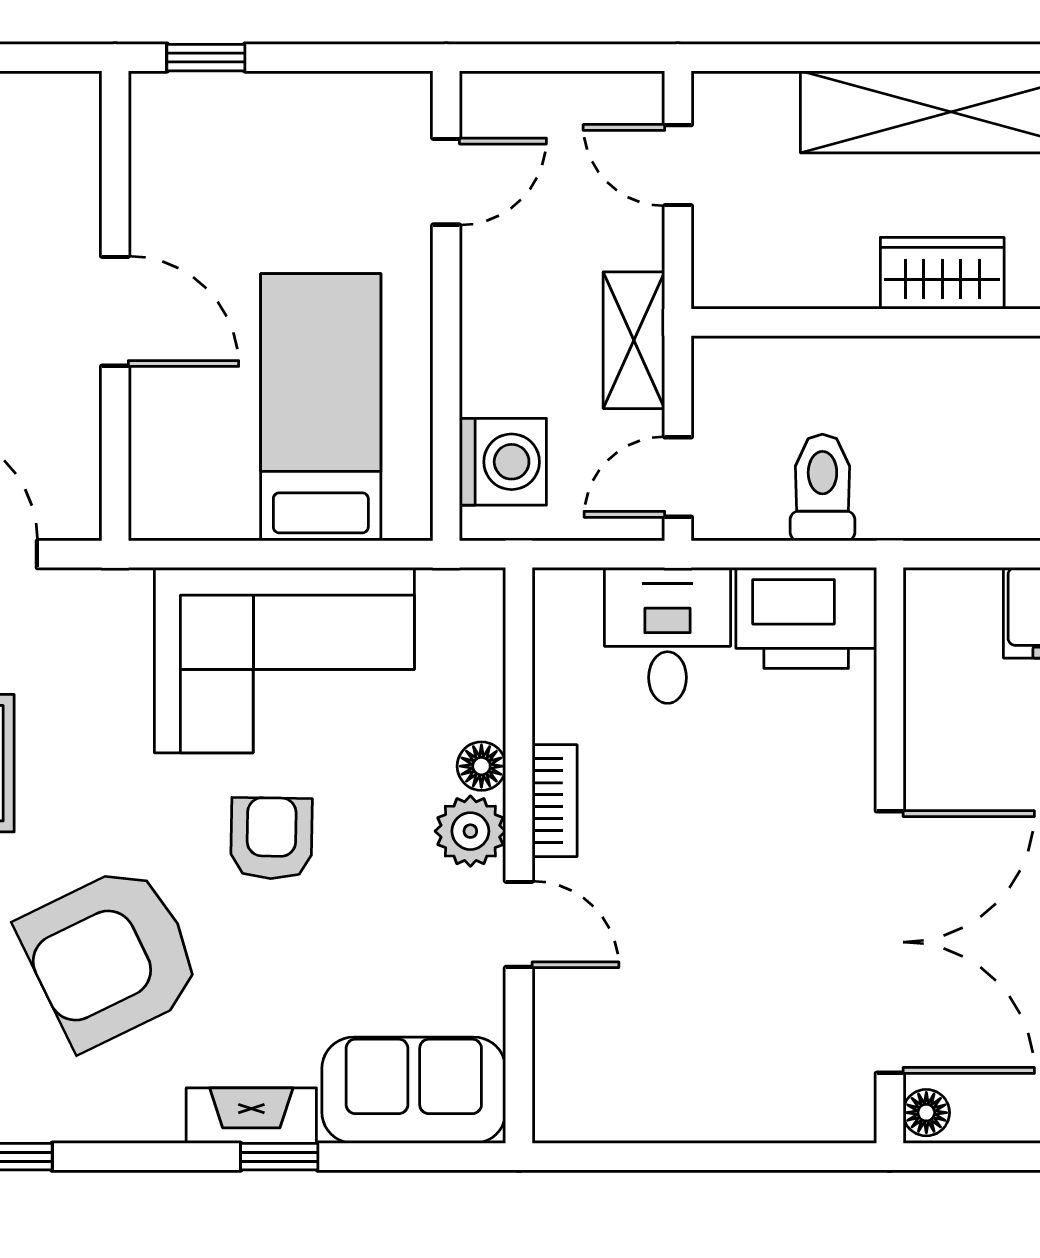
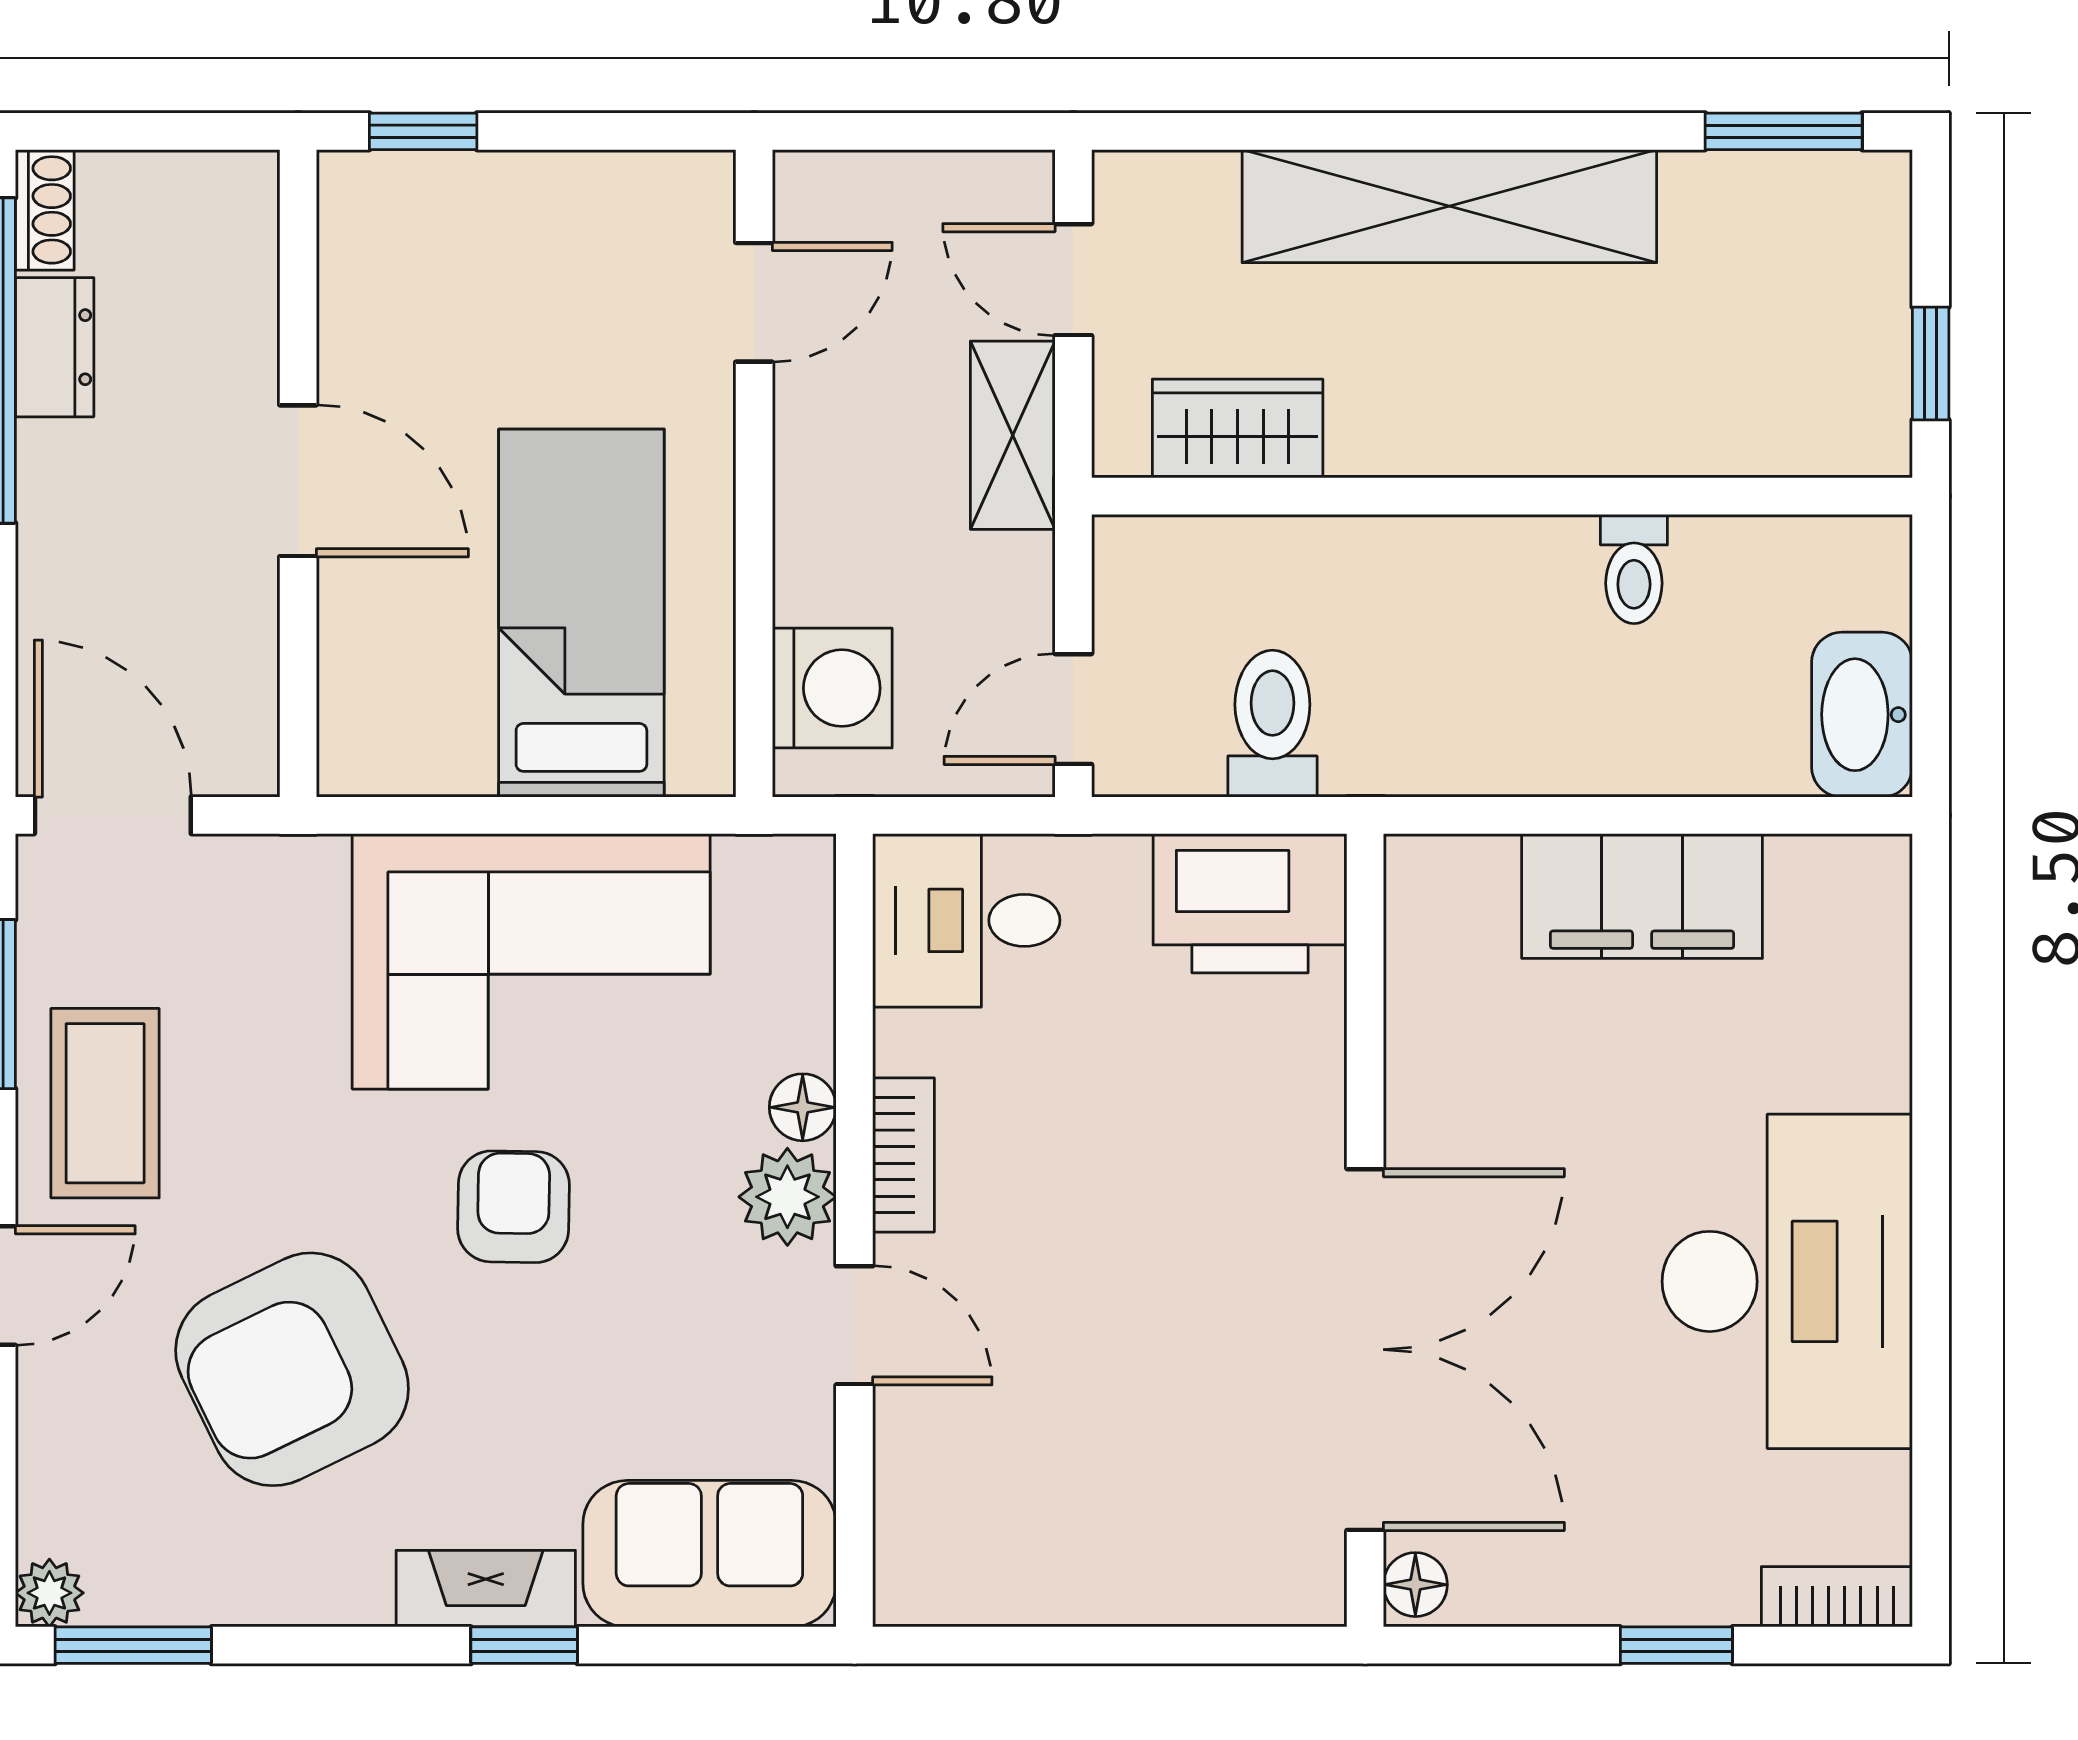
wardrobe: (942, 273) -> (1238, 428), moved
shelving: (634, 340) -> (1013, 435), moved
desk: (667, 635) -> (966, 920), moved, turned -90

